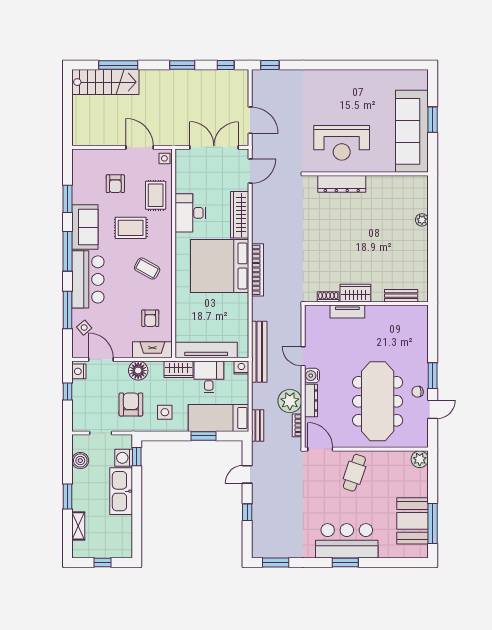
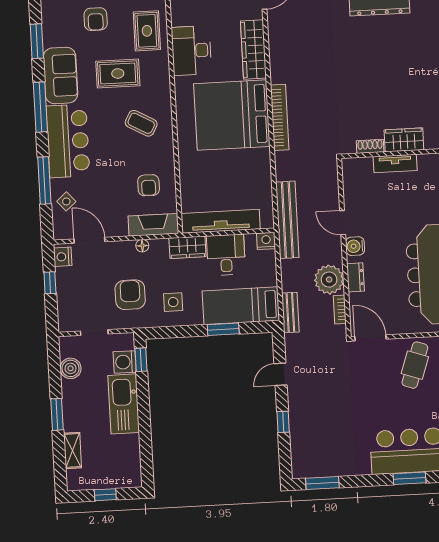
floor lamp: (138, 371) -> (142, 246), width x0.53, depth x0.53
dresser: (311, 400) -> (355, 277), width x0.70

